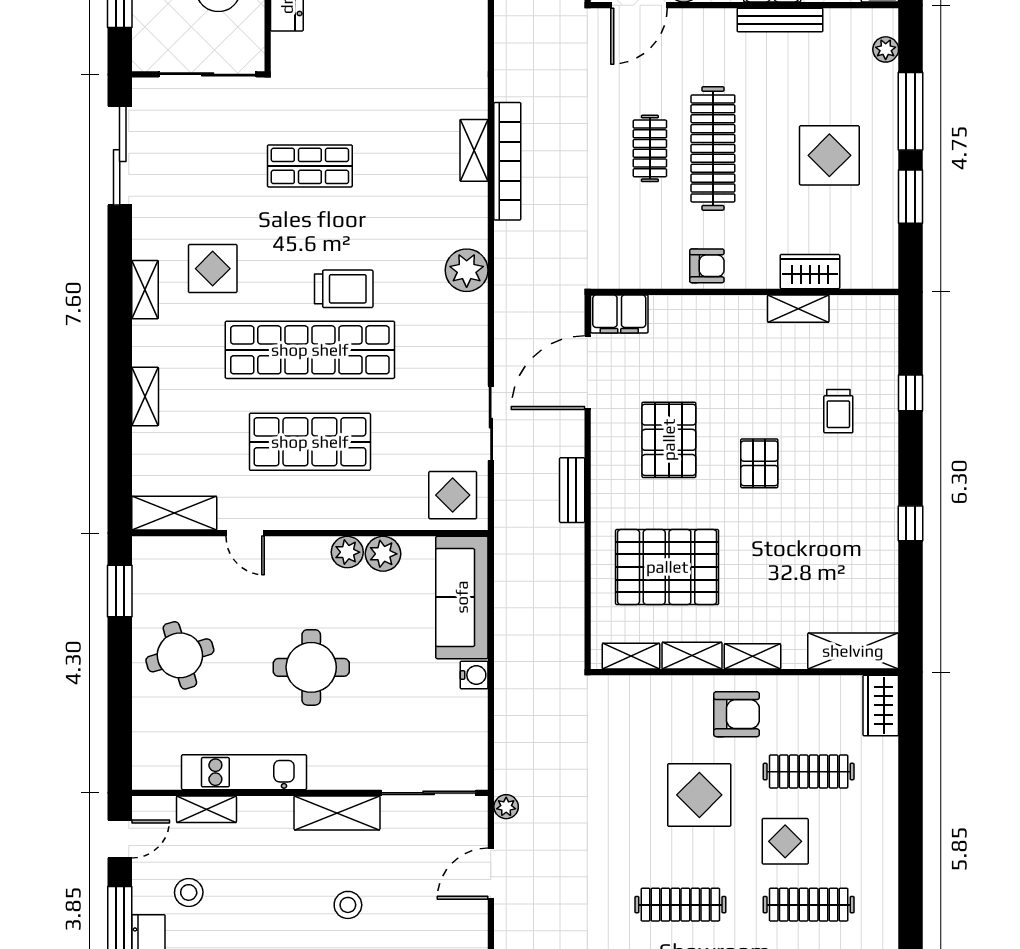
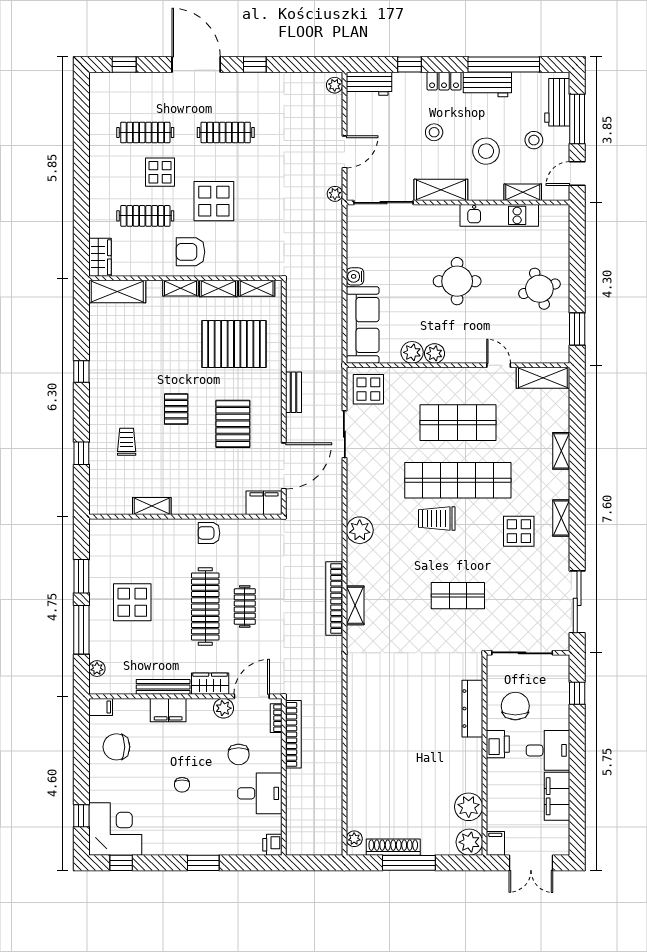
wardrobe: (810, 272) -> (210, 684), moved, turned 180
stool: (265, 875) -> (486, 151), added

